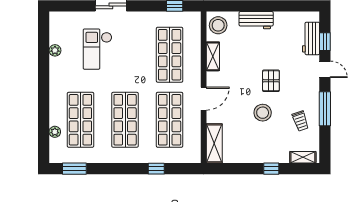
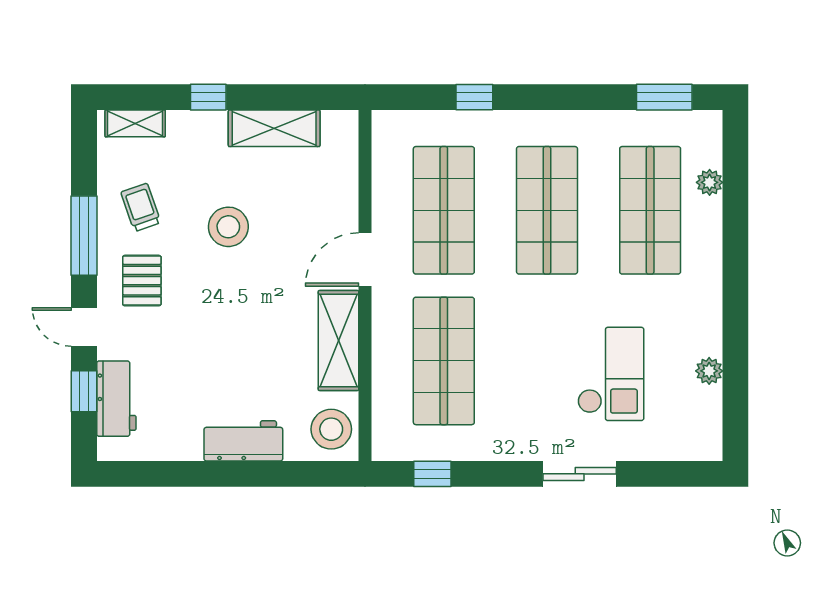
shelving: (213, 56) -> (339, 340), width x1.50, depth x1.33
pallet: (271, 81) -> (142, 281), moved
shelving: (214, 143) -> (274, 128), moved, turned 90

